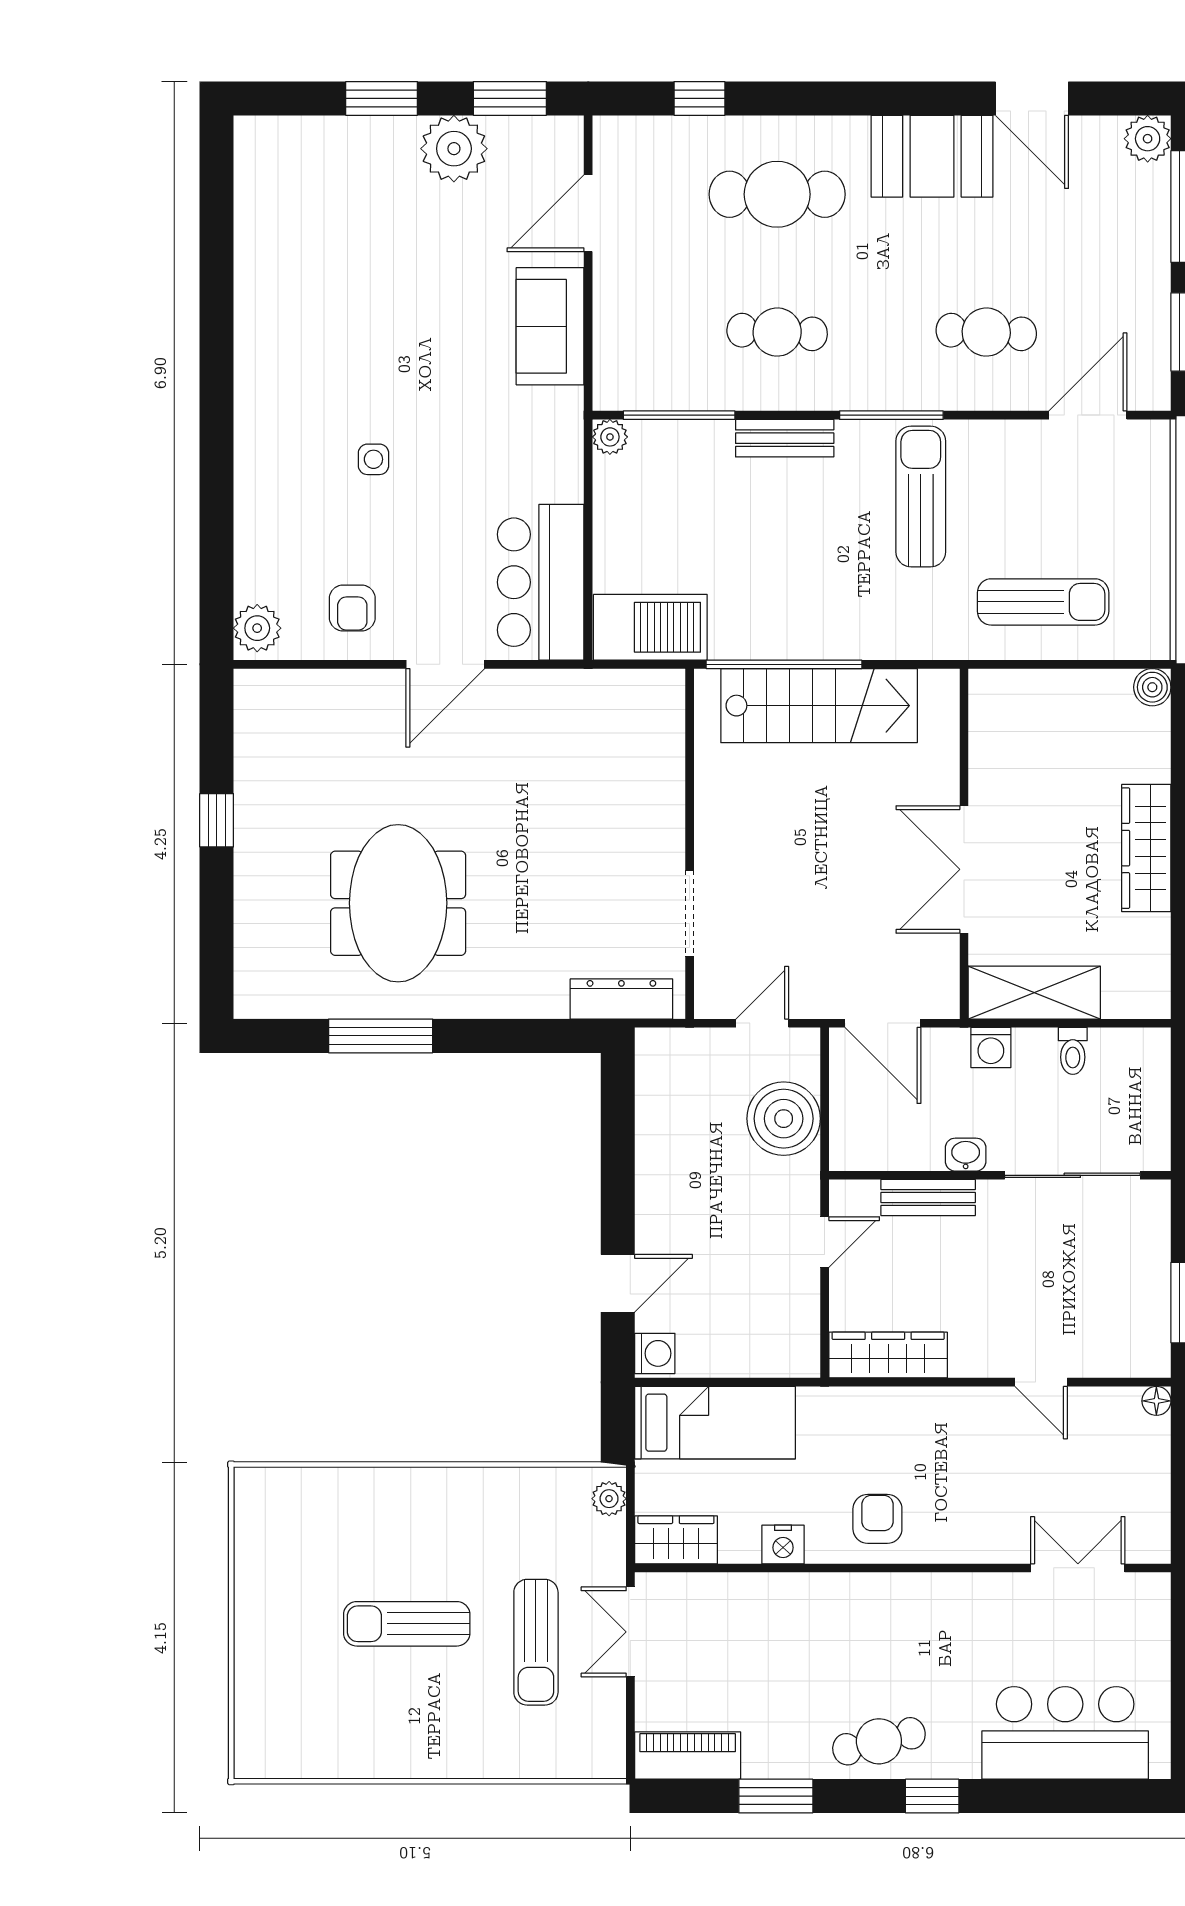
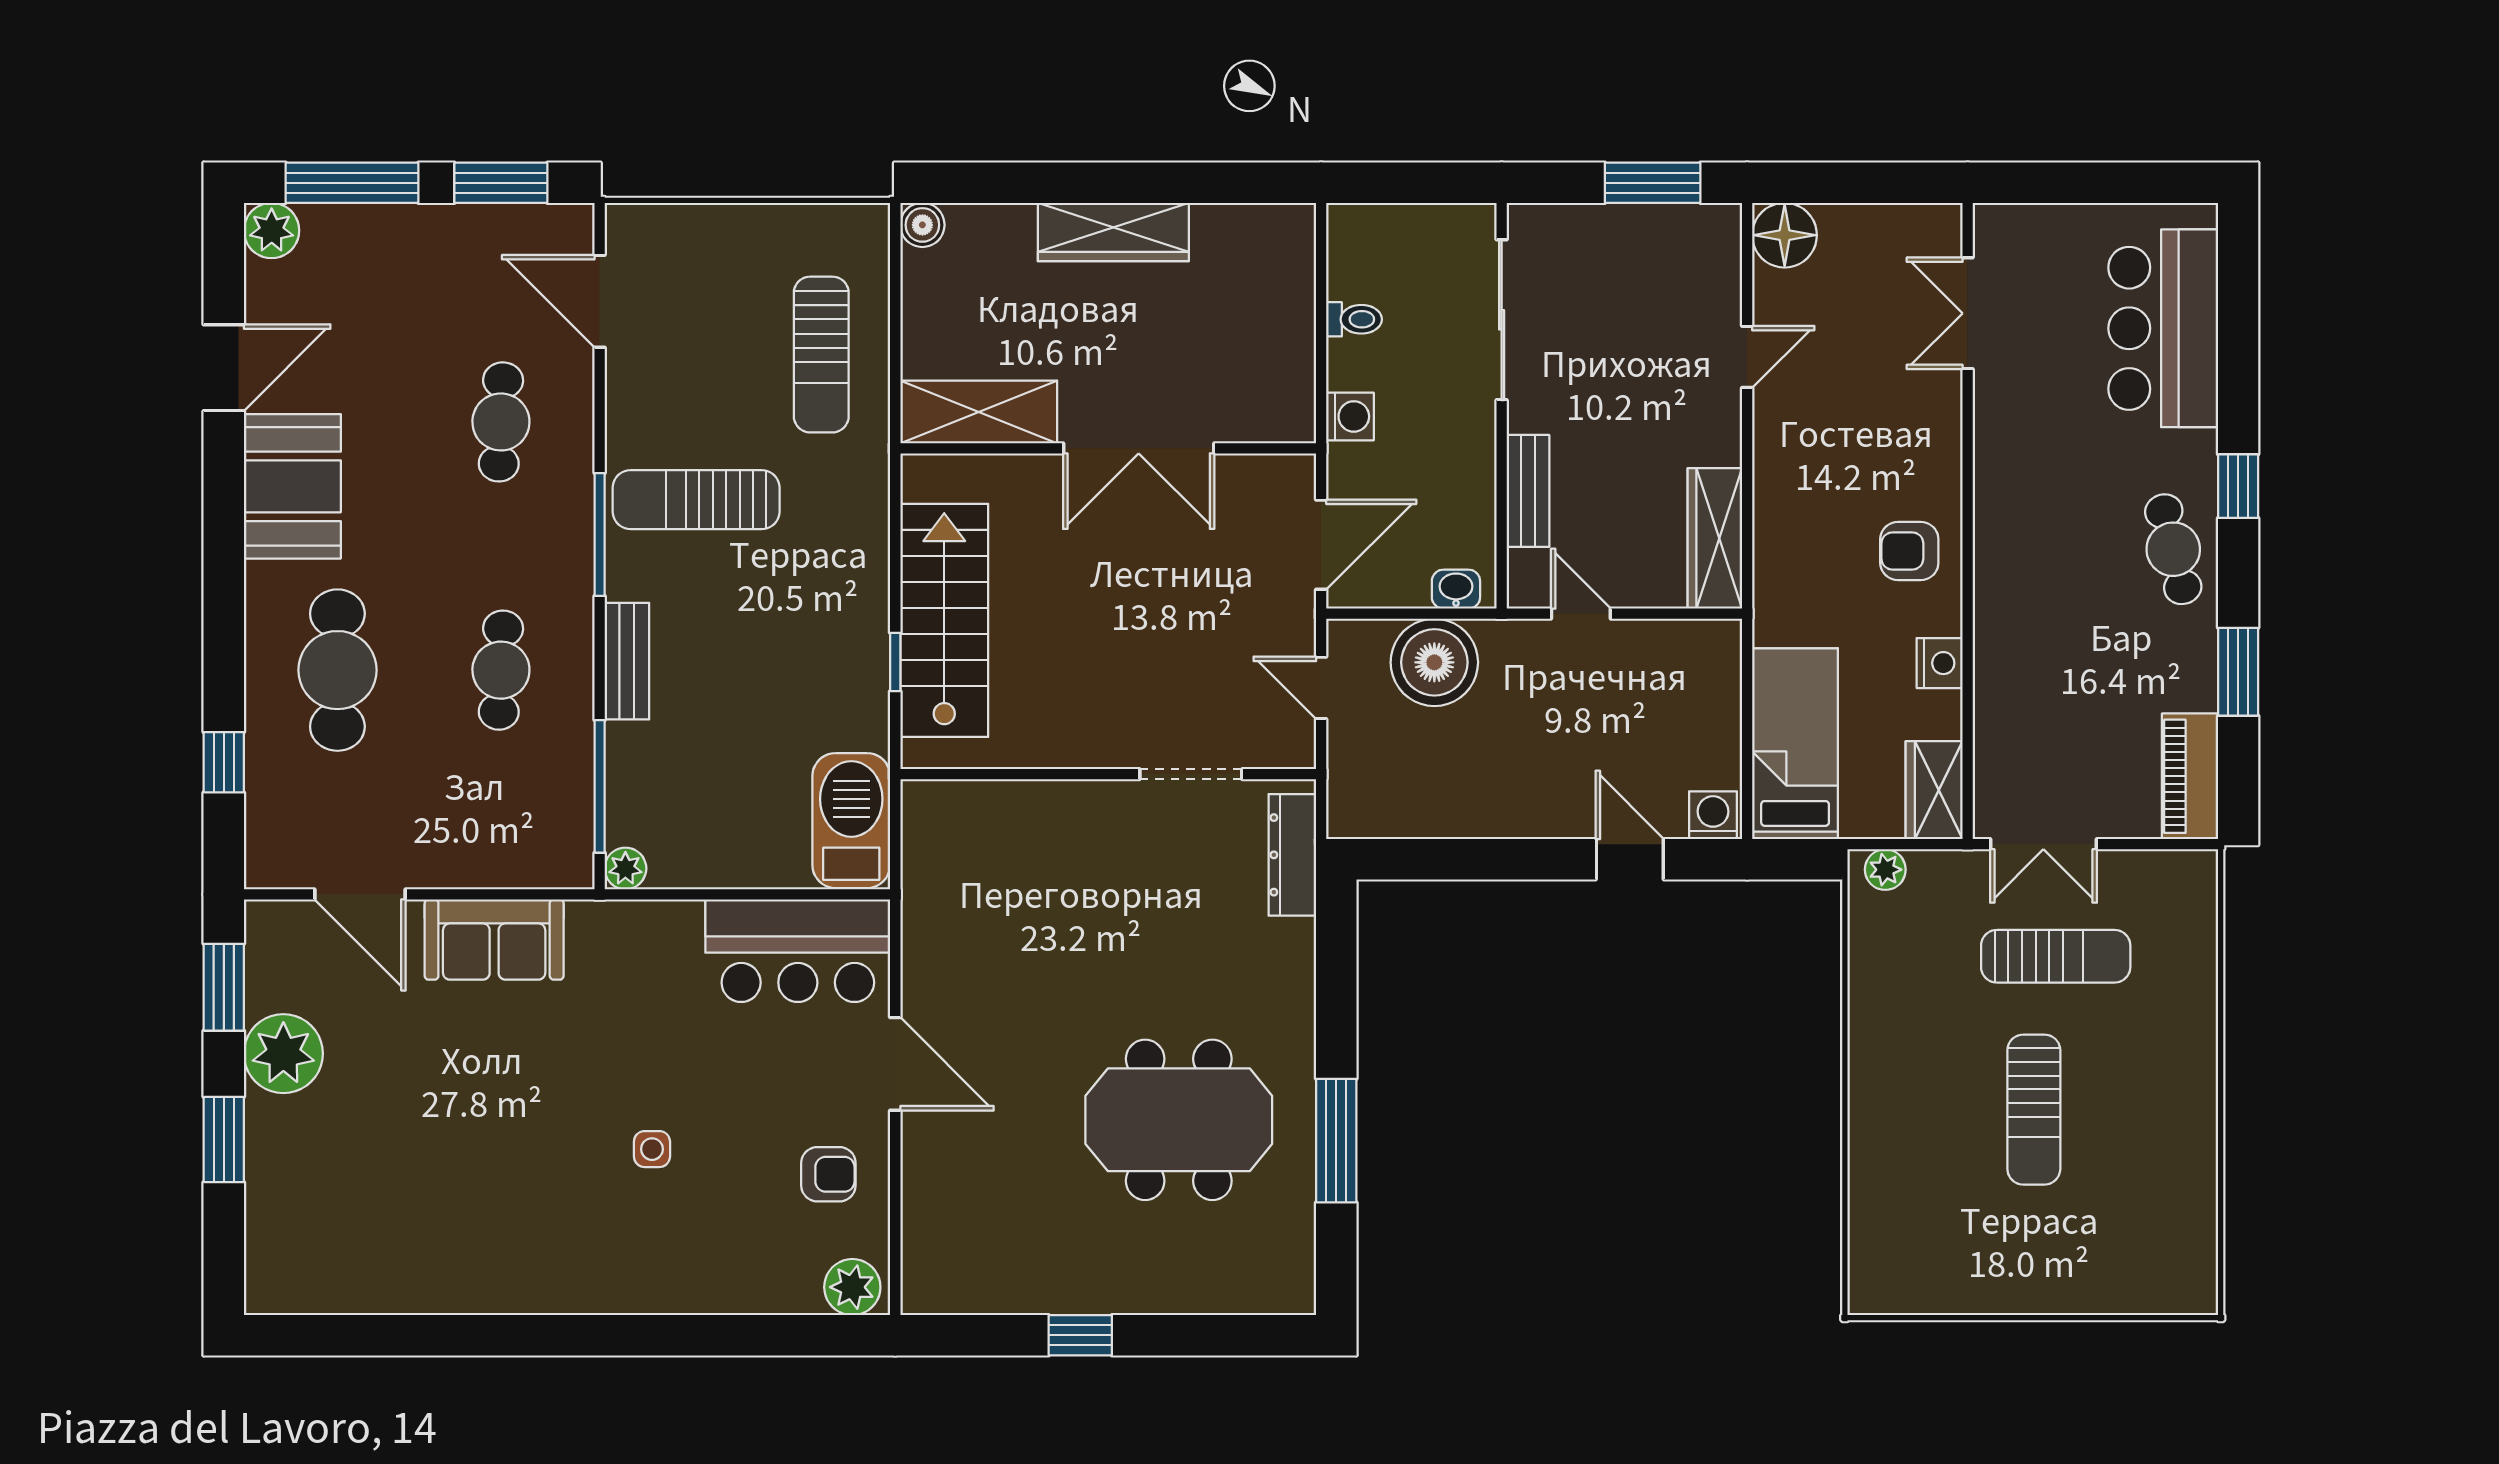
sun lounger: (1043, 602) -> (821, 355), turned 180
window: (784, 664) -> (895, 662), width x0.32
shelving: (1034, 993) -> (979, 412), moved, turned 90
washbasin: (966, 1155) -> (1456, 589), moved, turned 90
floor lamp: (1156, 1401) -> (1785, 235), width x1.89, depth x1.89

